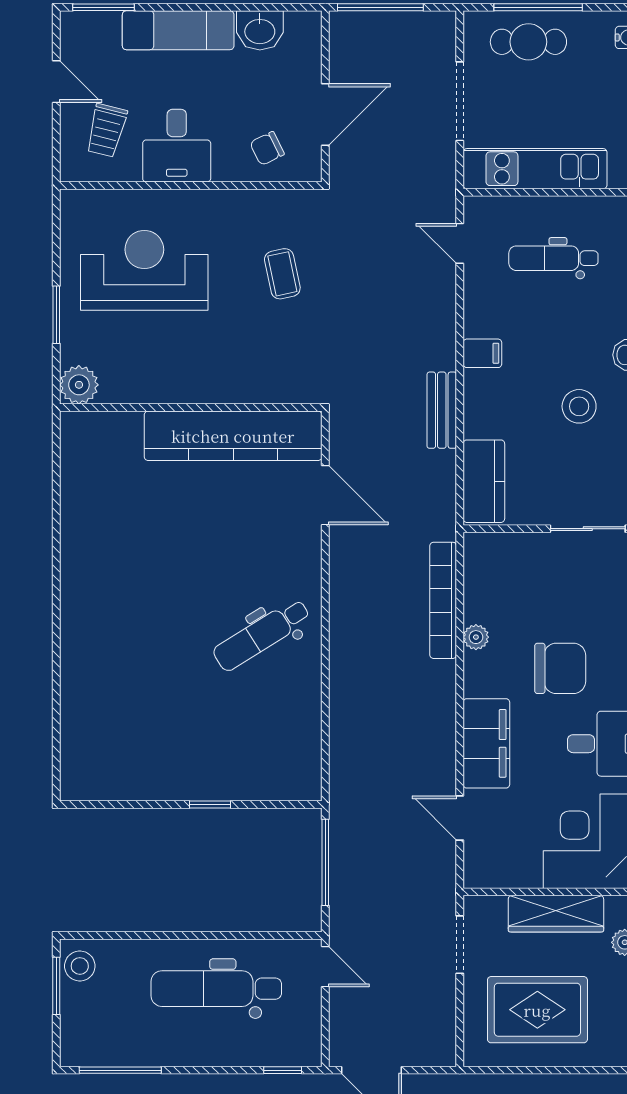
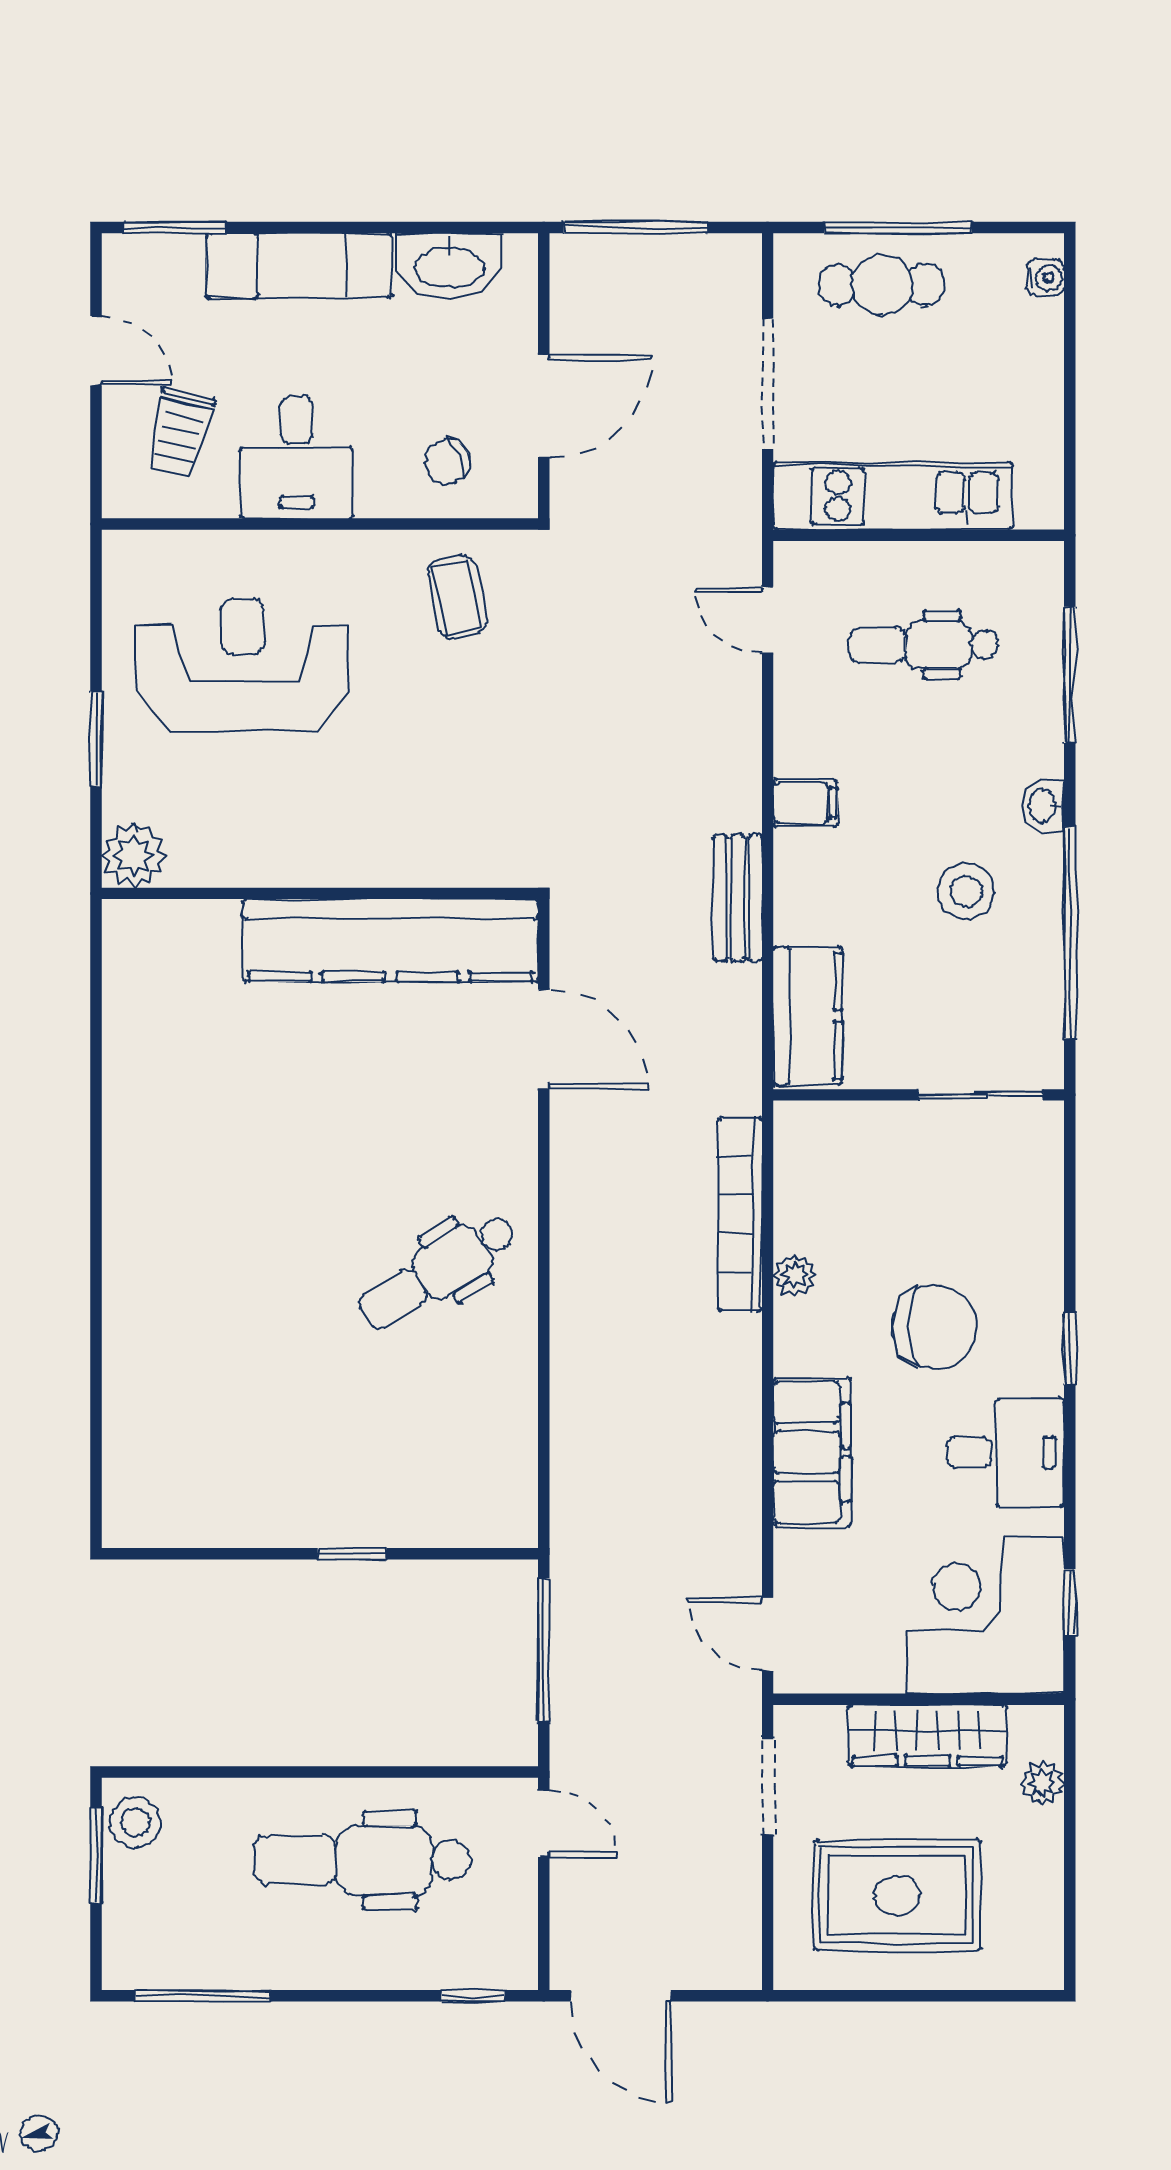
washbasin: (260, 30) -> (450, 266), width x1.38
coffee table: (282, 274) -> (457, 597), moved
door: (460, 818) -> (768, 1634), moved

